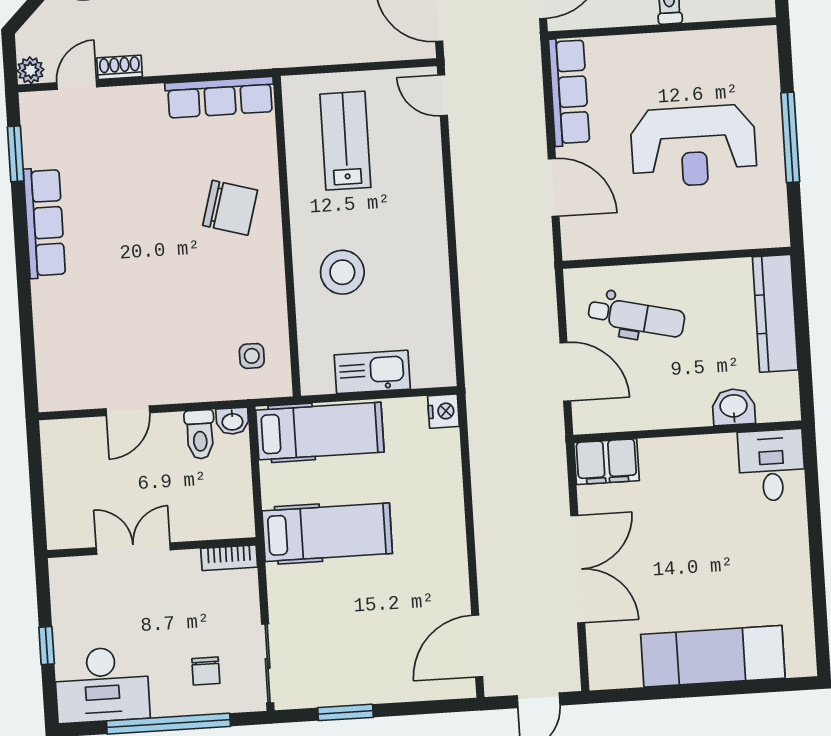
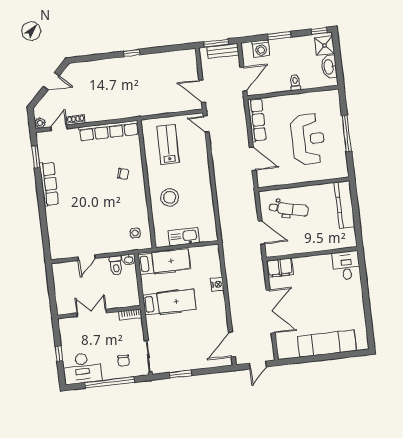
row of seats: (220, 97) -> (109, 131), width x1.36
reception desk: (694, 146) -> (308, 139), turned -90
chair: (230, 208) -> (123, 174), width x0.54, depth x0.54
washbasin: (734, 407) -> (330, 243), removed
nightstand: (443, 411) -> (217, 284), moved

